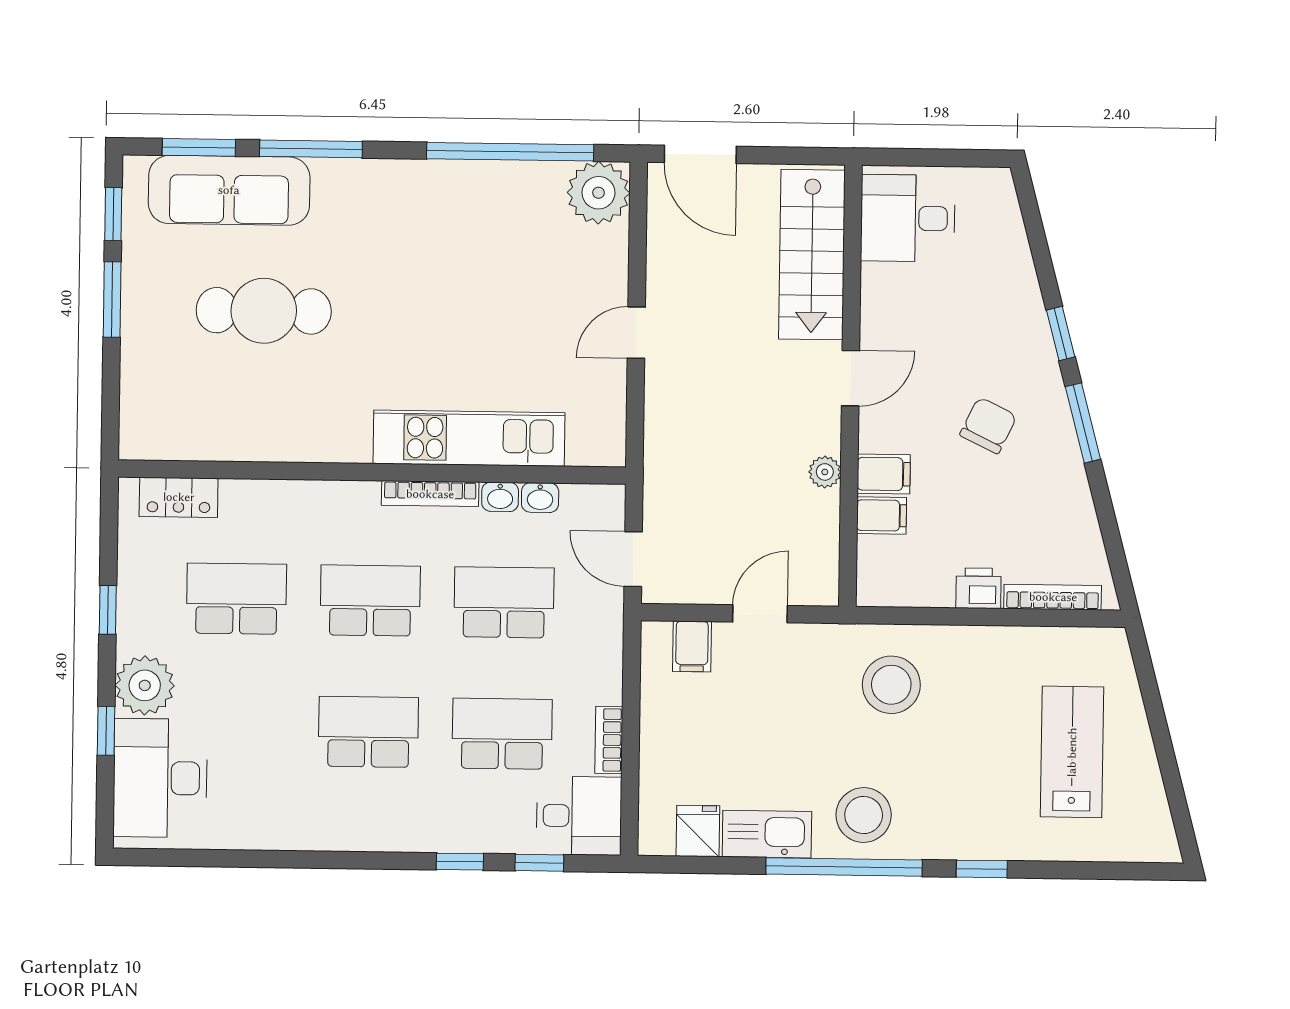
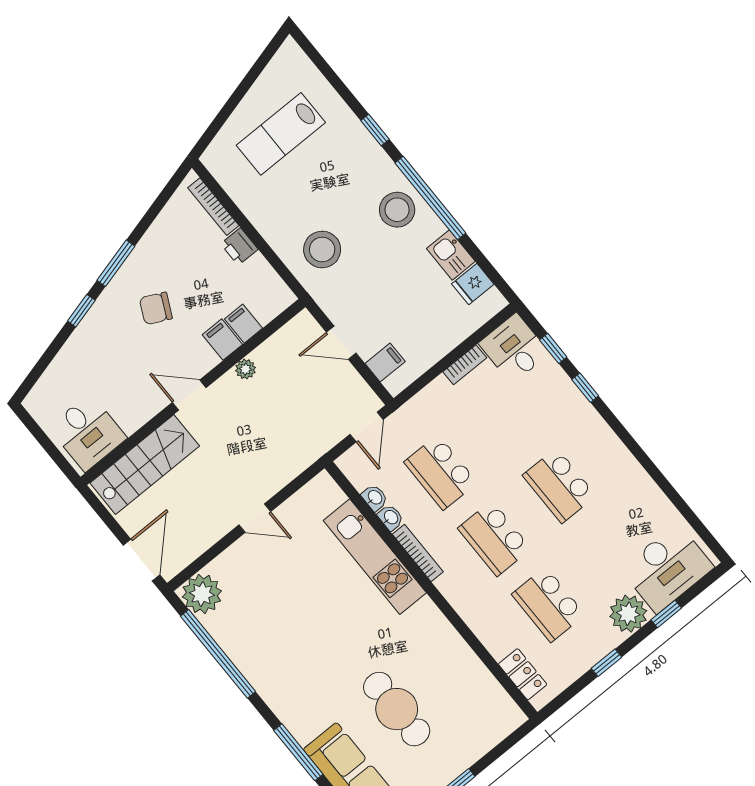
school desk: (502, 734) -> (505, 419), removed
kitchen sink: (767, 834) -> (451, 255), width x0.73

